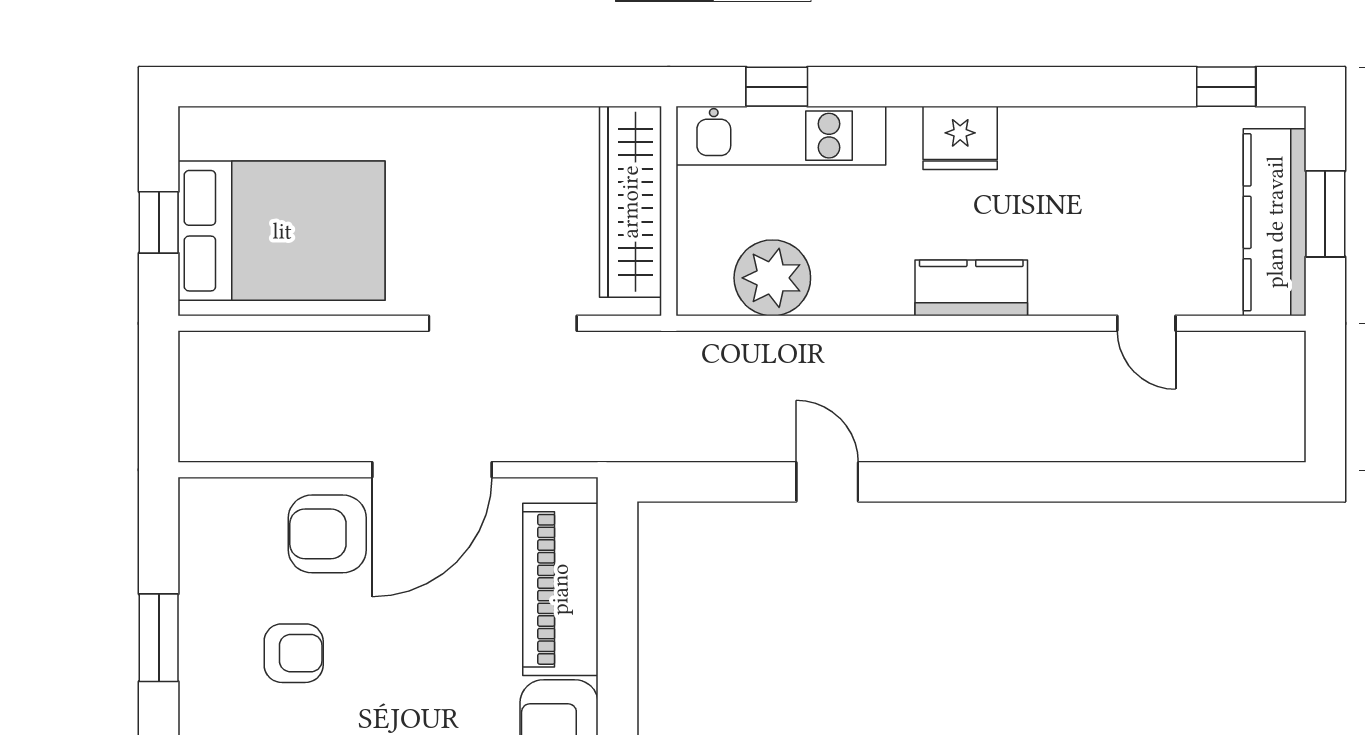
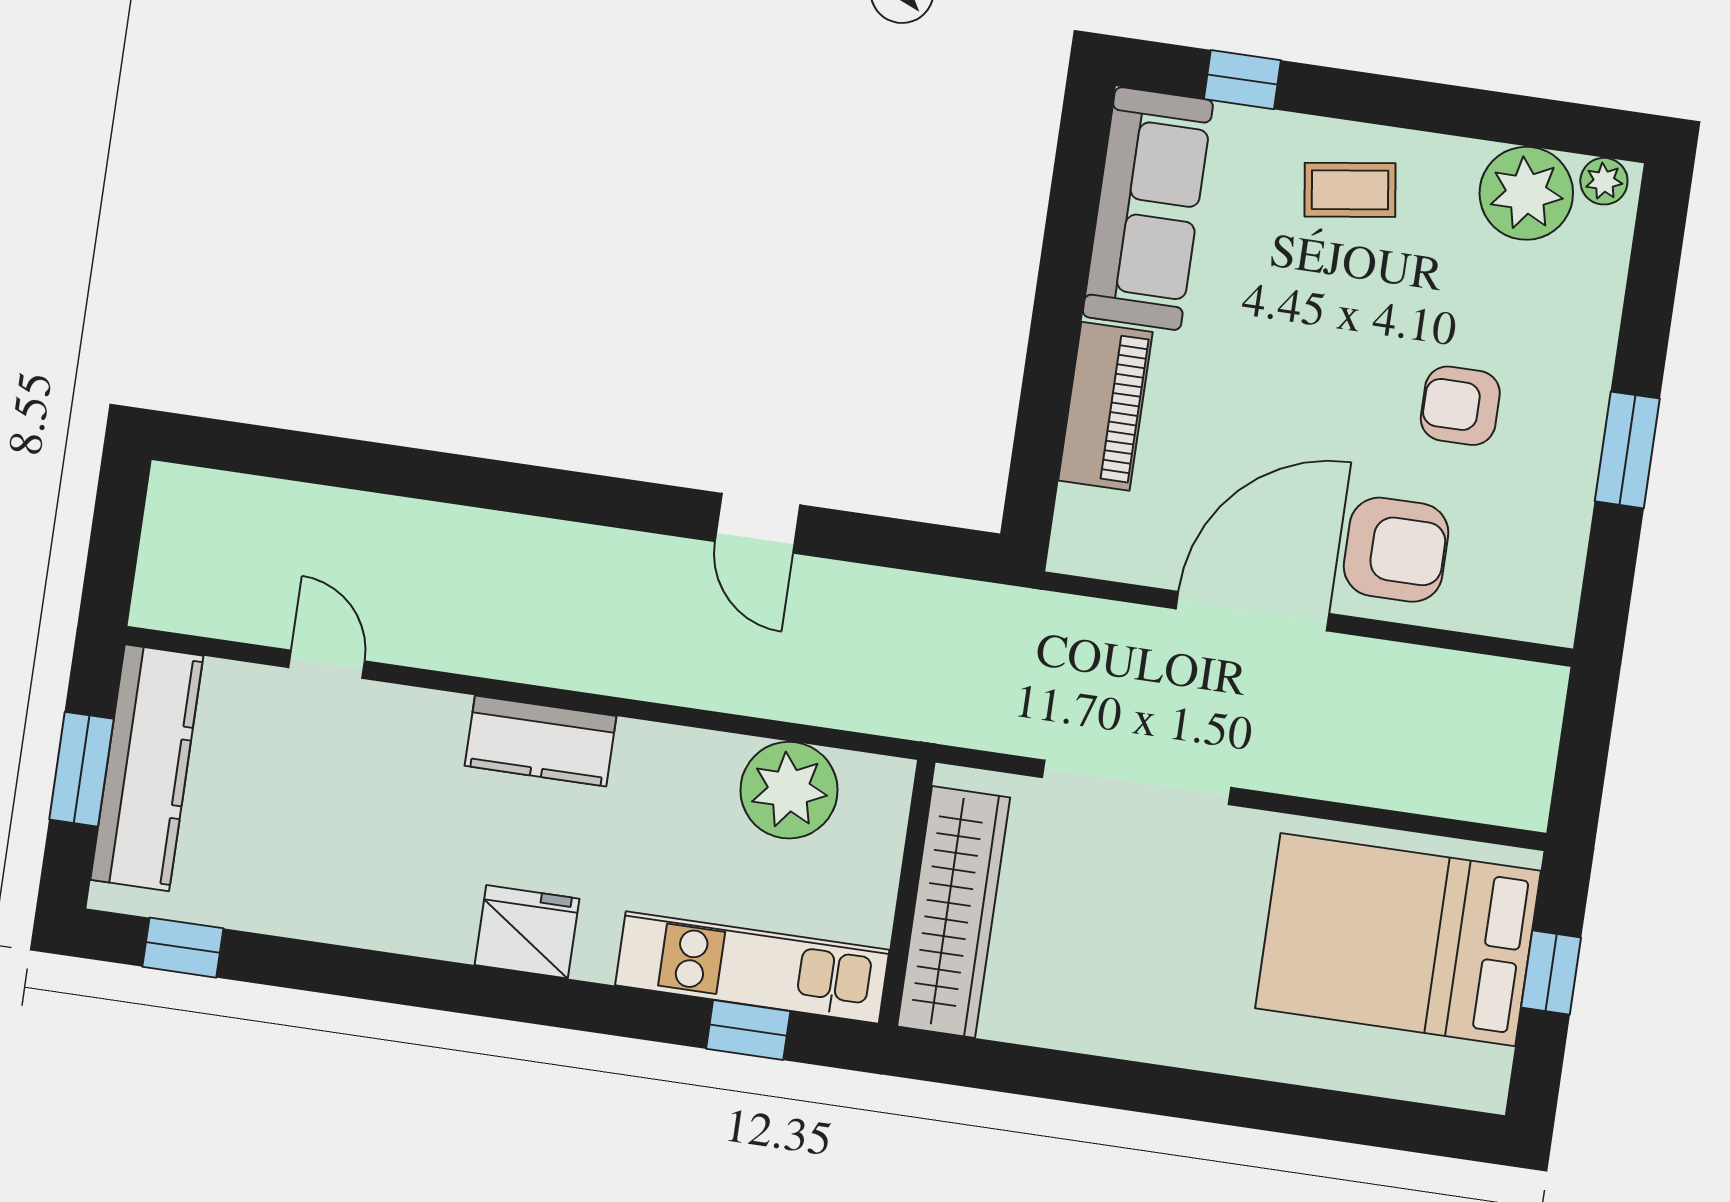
piano: (560, 589) -> (1105, 406), width x0.73, depth x0.75

